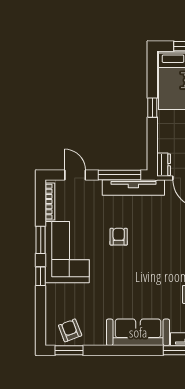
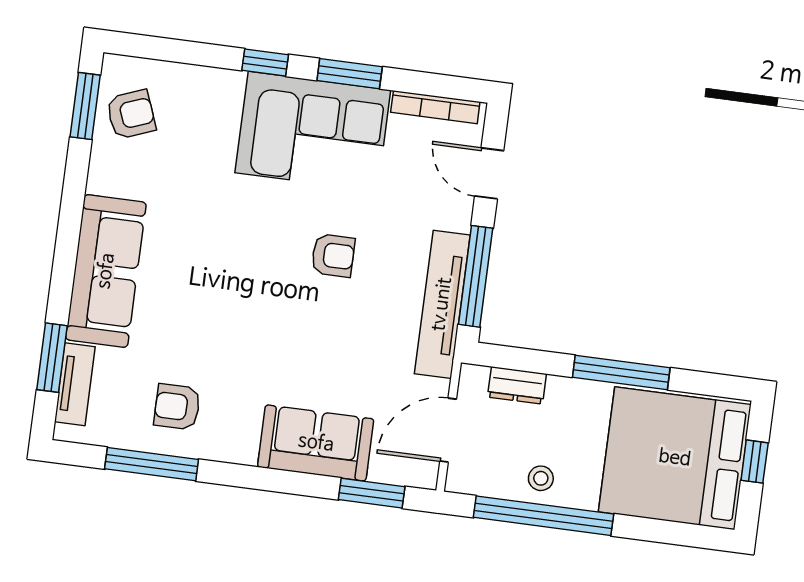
window: (152, 108) -> (621, 372), width x2.17
dresser: (164, 165) -> (517, 385), moved
door: (75, 175) -> (489, 173), swing flipped

